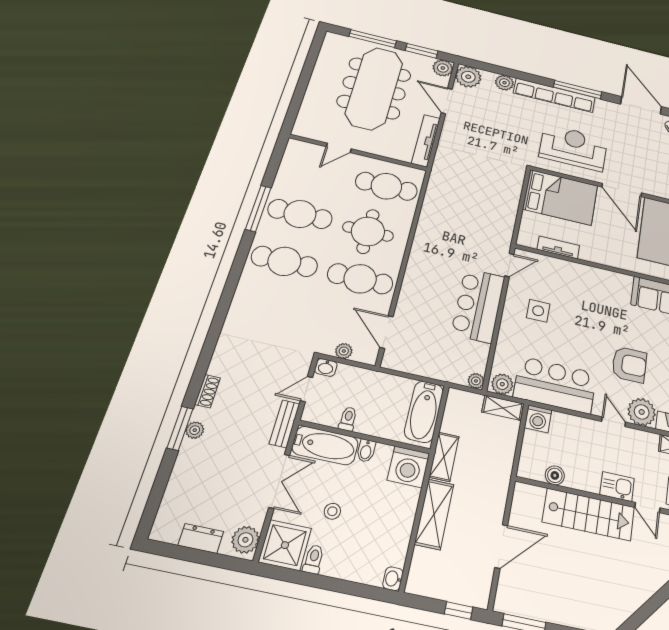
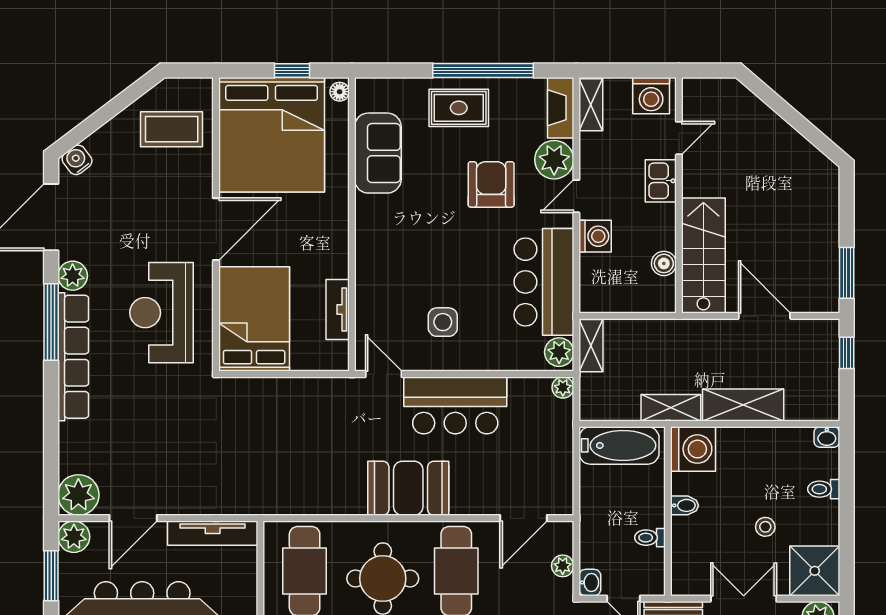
plant: (504, 83) -> (73, 276), moved
booth: (427, 262) -> (408, 488), added
washing machine: (538, 419) -> (595, 236), moved
bathtub: (325, 445) -> (689, 556), removed
stairs: (589, 514) -> (703, 255), moved
toilet: (313, 559) -> (824, 489), moved

